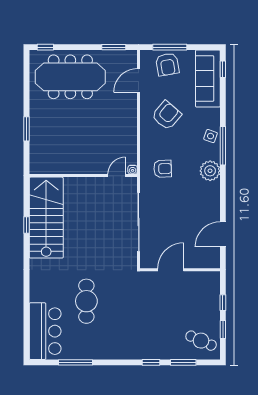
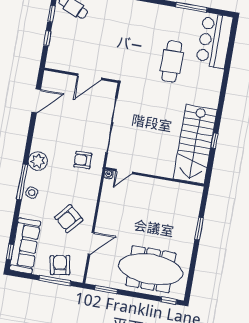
door: (139, 81) -> (91, 243), moved
armchair: (163, 169) -> (83, 160), moved

